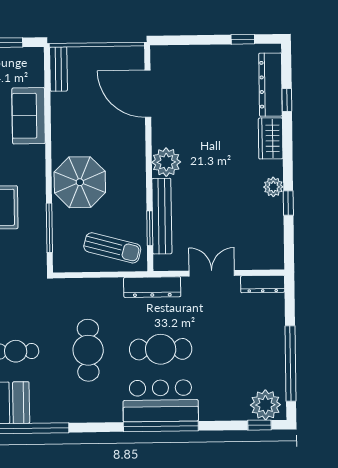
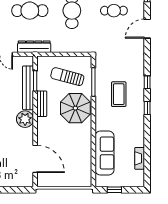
bench: (59, 69) -> (42, 104), moved
sofa: (29, 116) -> (104, 153), width x1.36
sun lounger: (112, 248) -> (67, 77), moved

